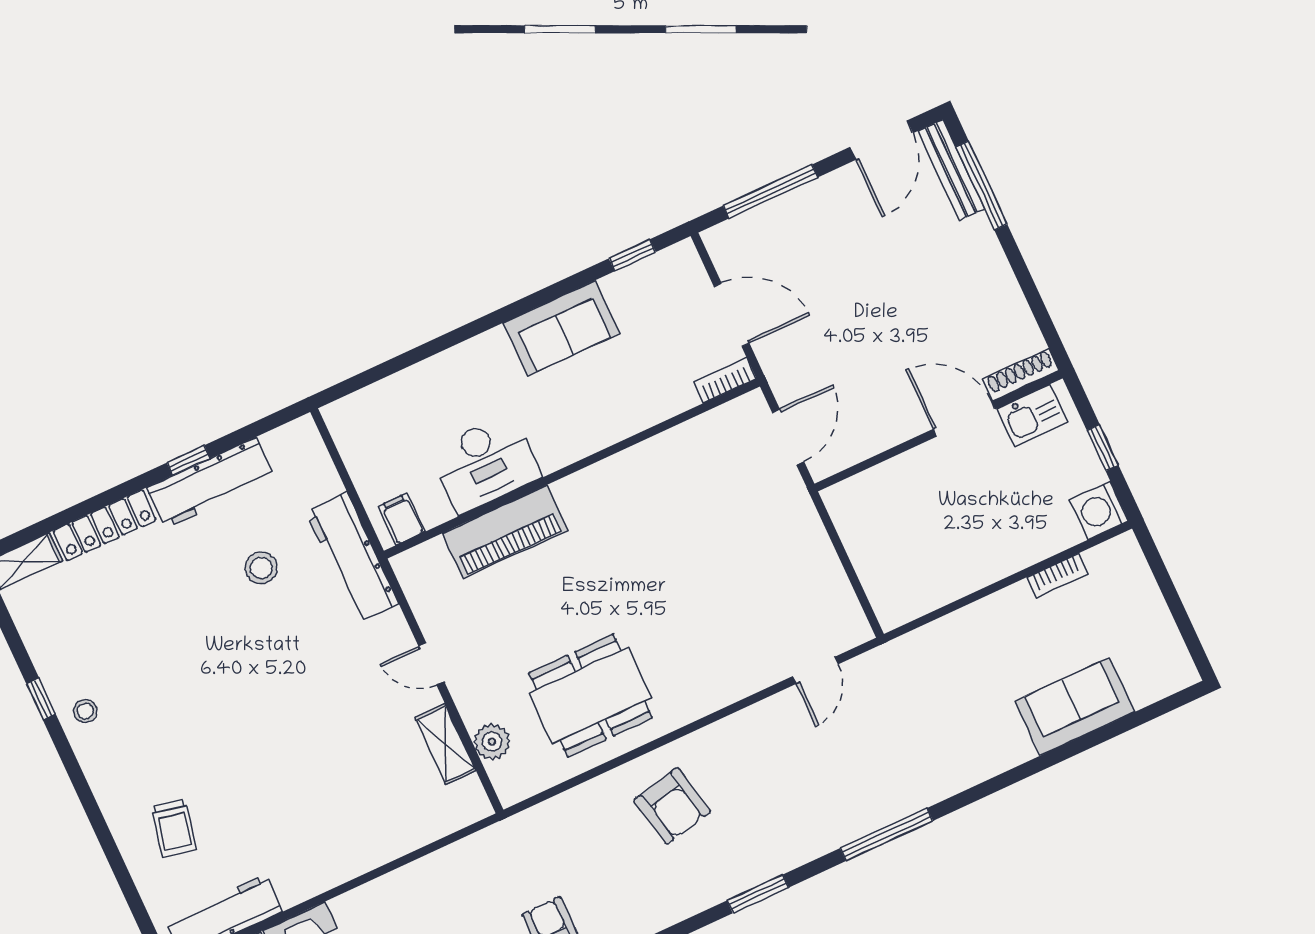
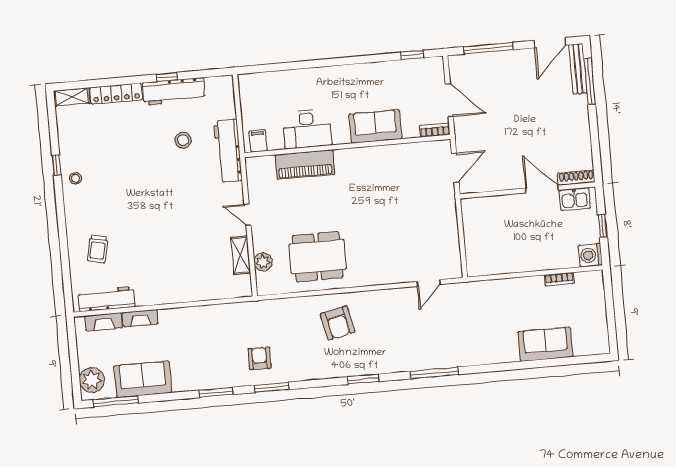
sofa: (561, 328) -> (375, 127), moved, turned 180

